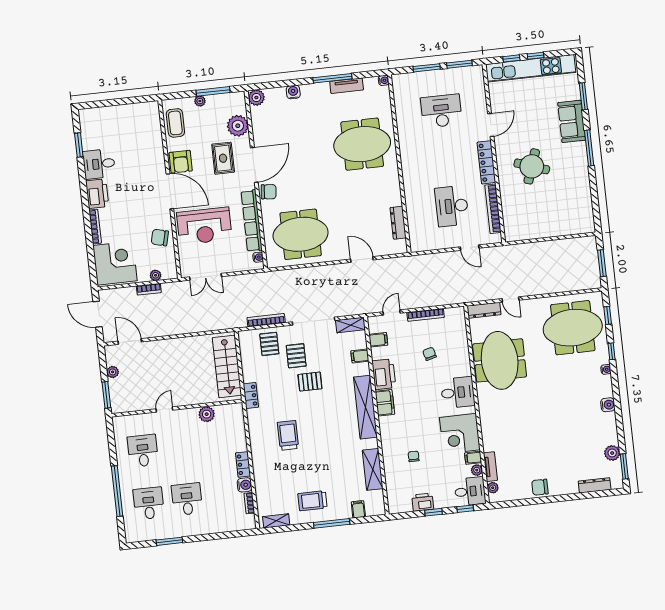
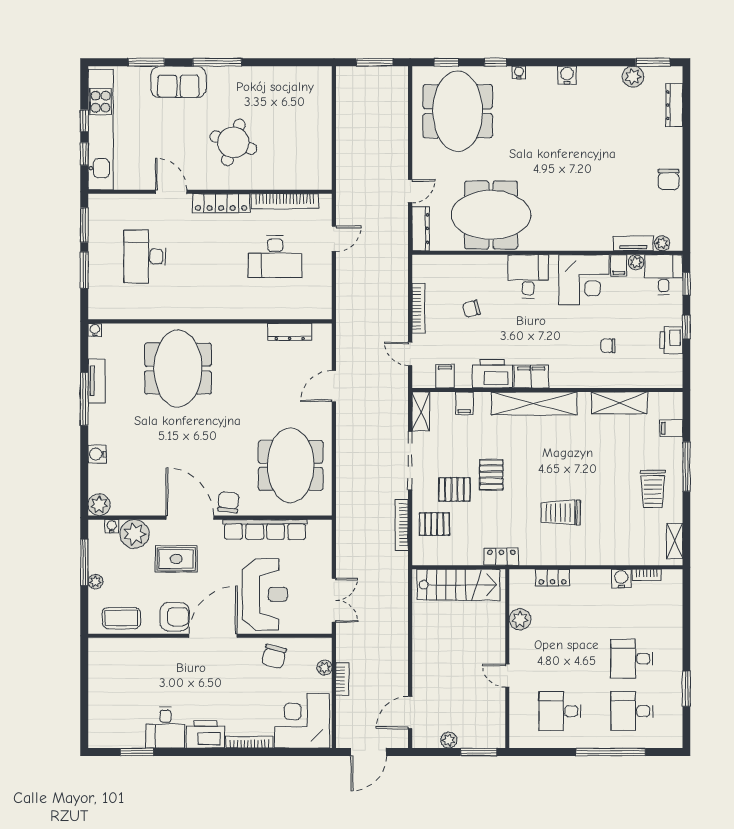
water cooler: (258, 257) -> (112, 526), moved
locker: (243, 464) -> (553, 578), moved

